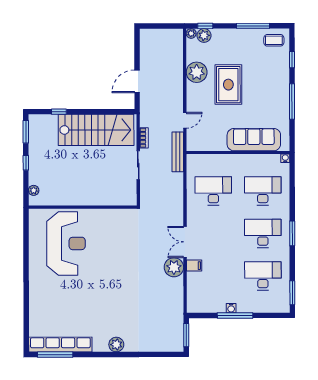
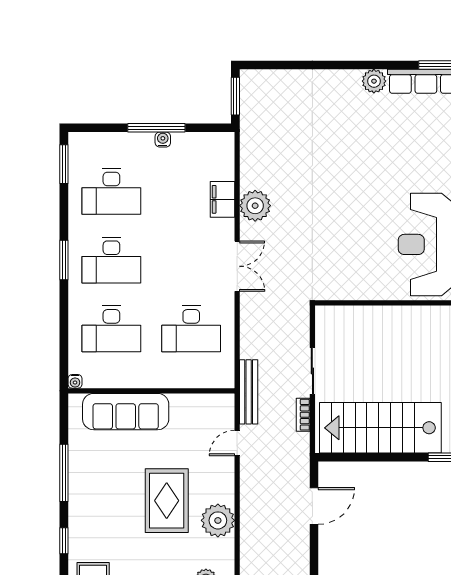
double door: (185, 242) -> (237, 266), moved
filing cabinet: (194, 266) -> (223, 199), width x2.00
plant: (116, 345) -> (374, 81), moved

